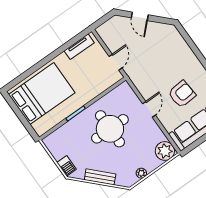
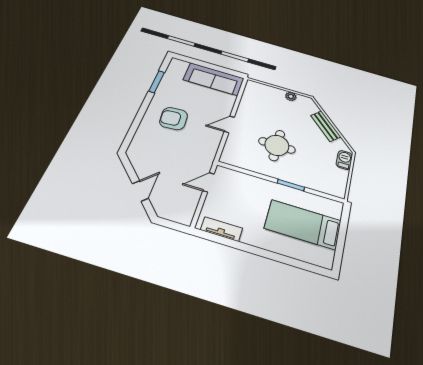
bed: (42, 94) -> (303, 224), width x0.67
armchair: (182, 94) -> (174, 119), moved
round table: (110, 129) -> (277, 145), width x0.73, depth x0.73
plant: (165, 151) -> (255, 90), removed

